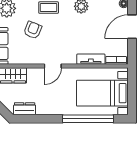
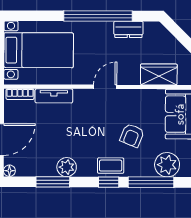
dresser: (25, 109) -> (128, 29), moved
window: (88, 119) -> (98, 16), moved

